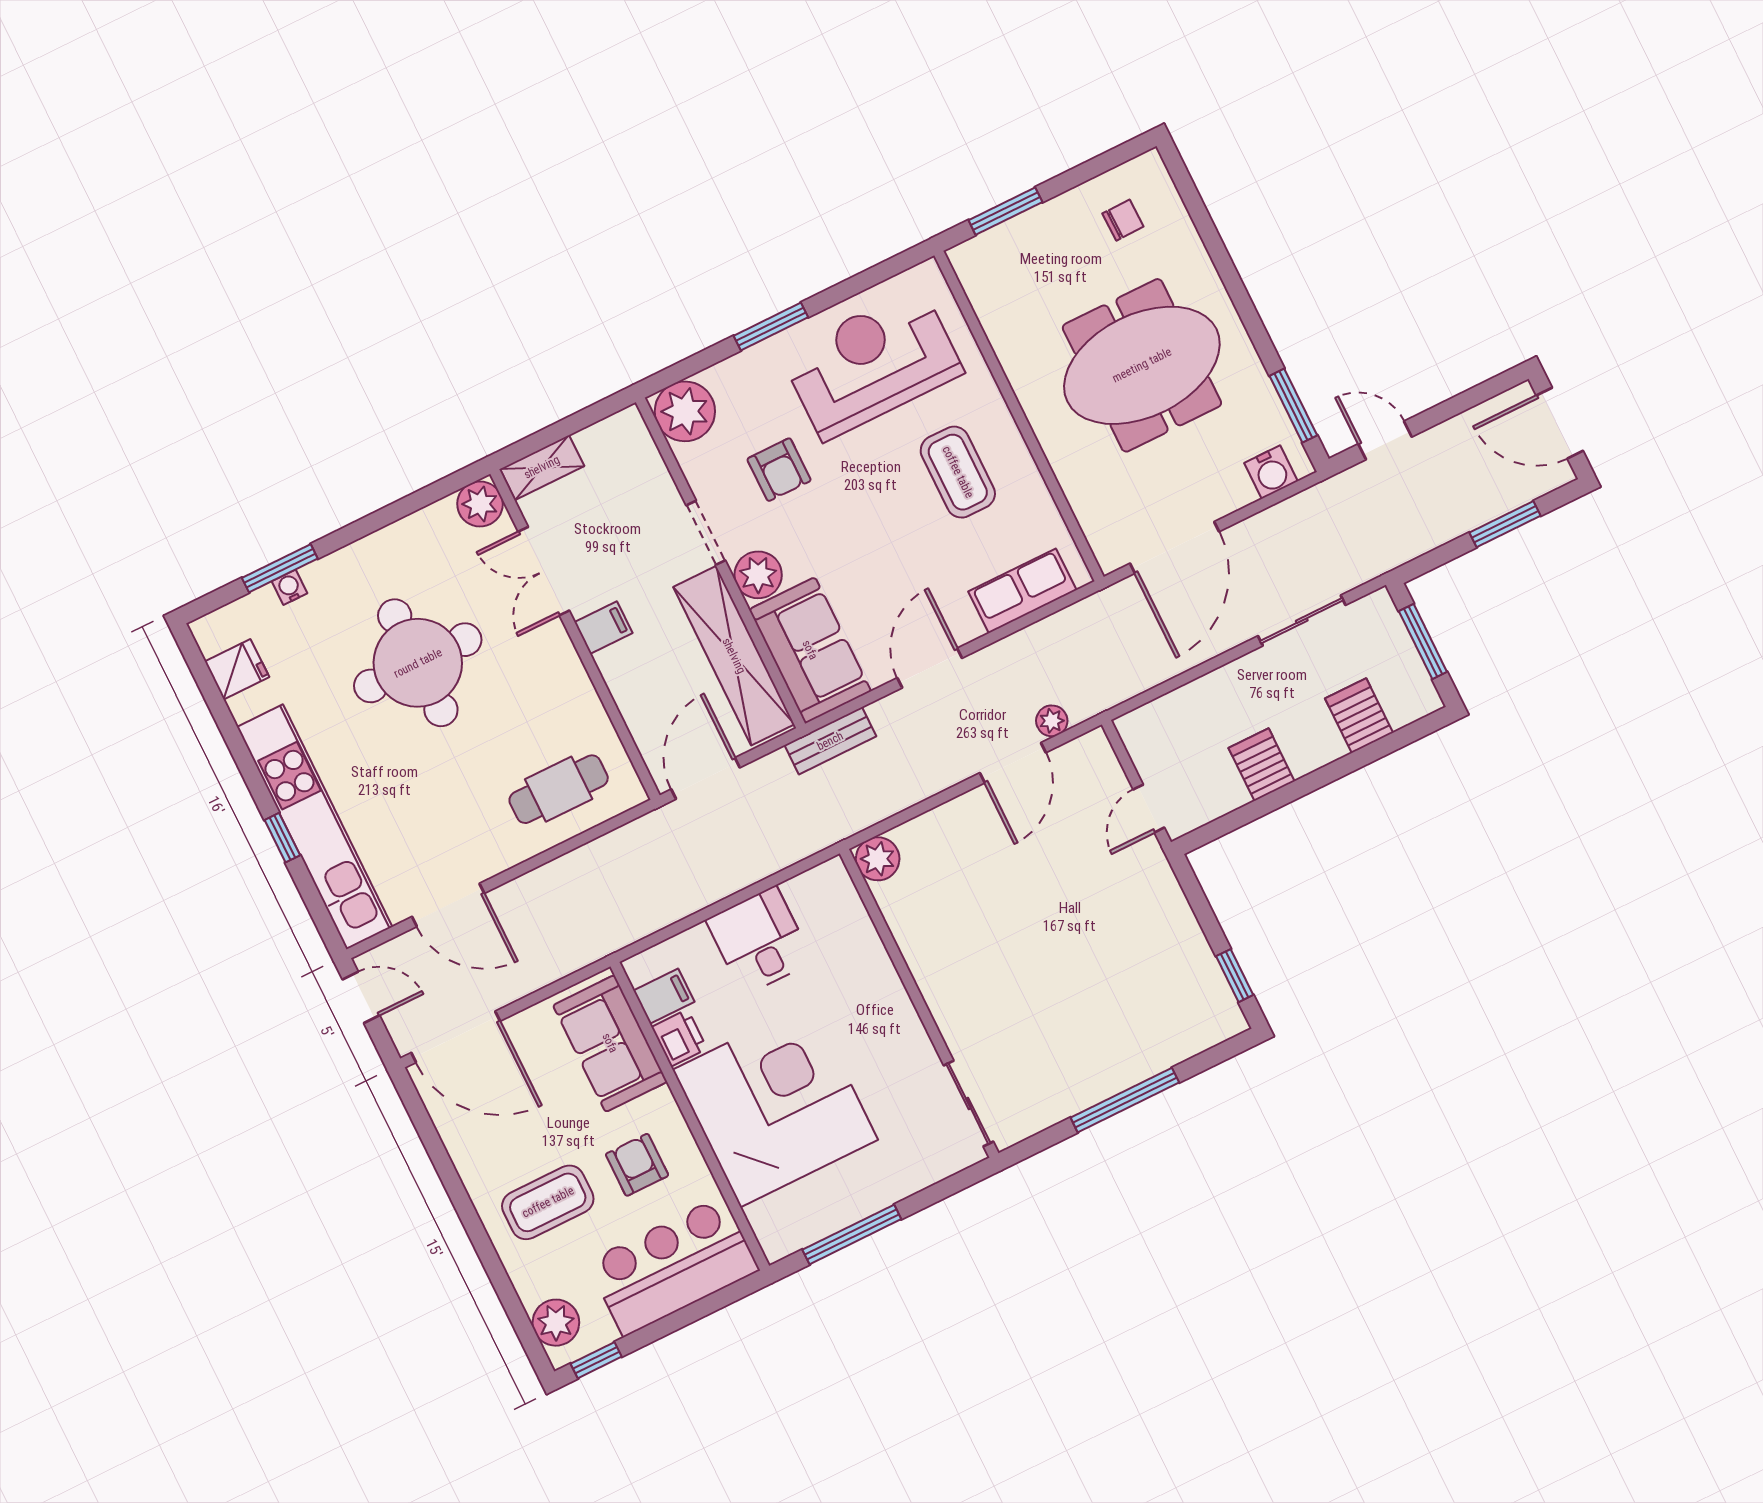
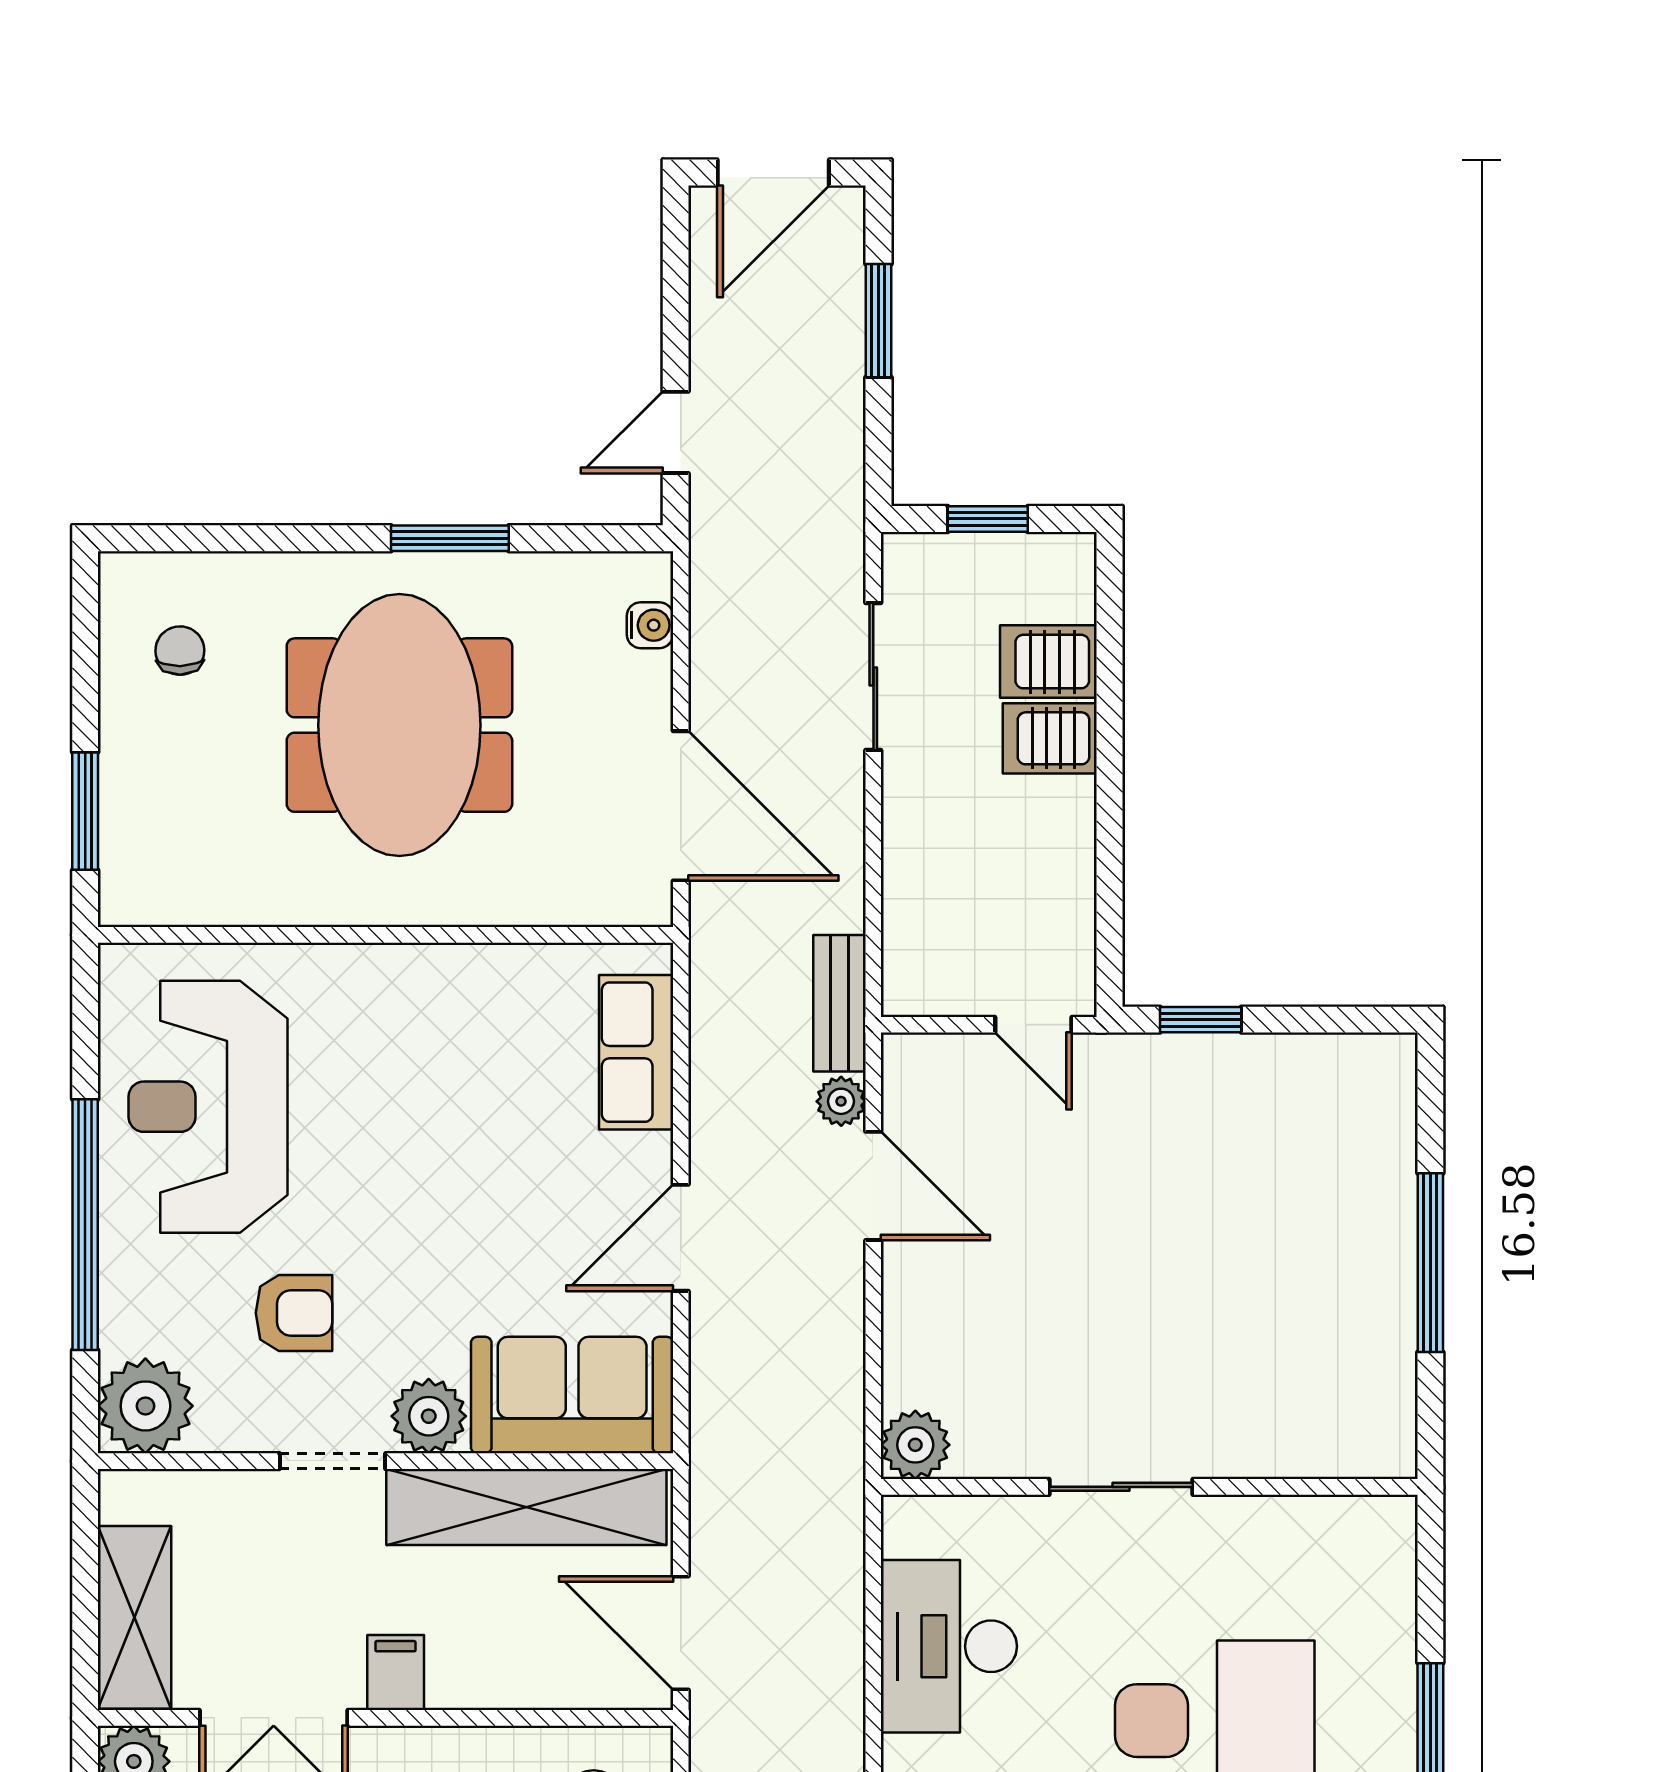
window: (771, 327) -> (85, 1225), width x2.11
window: (1293, 406) -> (450, 538), moved
shelving: (542, 467) -> (135, 1617), width x1.50, depth x1.33
coffee table: (958, 472) -> (422, 1061), removed
water cooler: (1271, 472) -> (650, 625), width x0.72, depth x0.72
window: (1423, 641) -> (988, 519), width x0.67
door: (930, 668) -> (681, 1238), hinge flipped
bench: (830, 741) -> (839, 1003), moved
server rack: (1262, 765) -> (1050, 738), moved
desk: (759, 941) -> (949, 1646), width x1.37
window: (1235, 976) -> (1201, 1020), moved
sliding door: (968, 1104) -> (1121, 1487), moved

